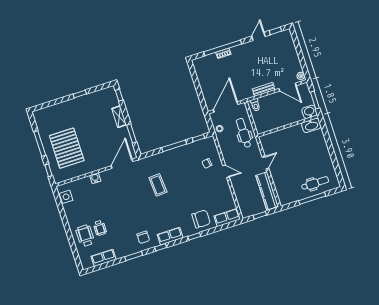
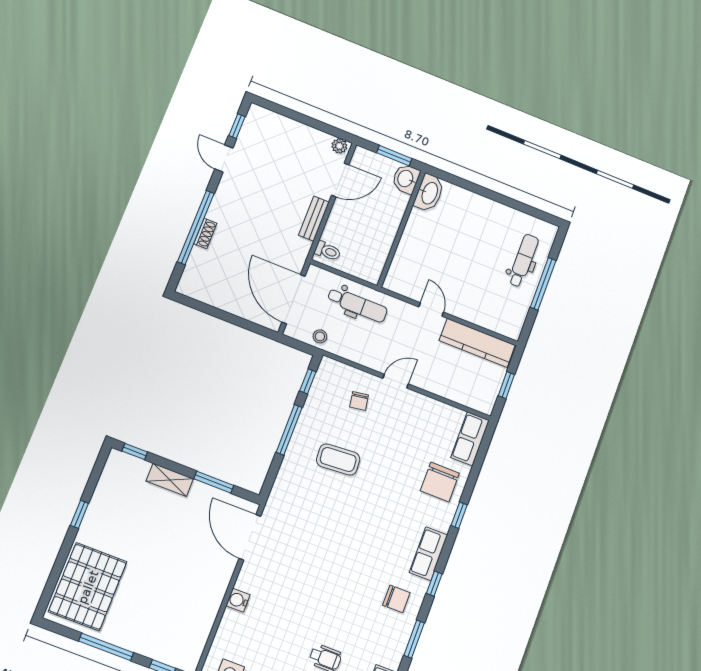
dental chair: (244, 133) -> (357, 305), turned 180
pallet: (67, 148) -> (88, 587), moved, turned 90
coffee table: (158, 185) -> (338, 459), moved
chair: (201, 219) -> (440, 482), turned 180

